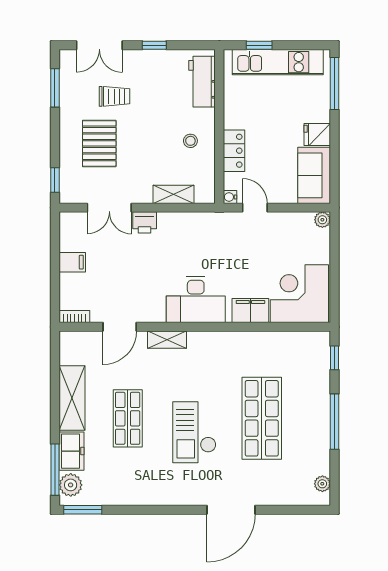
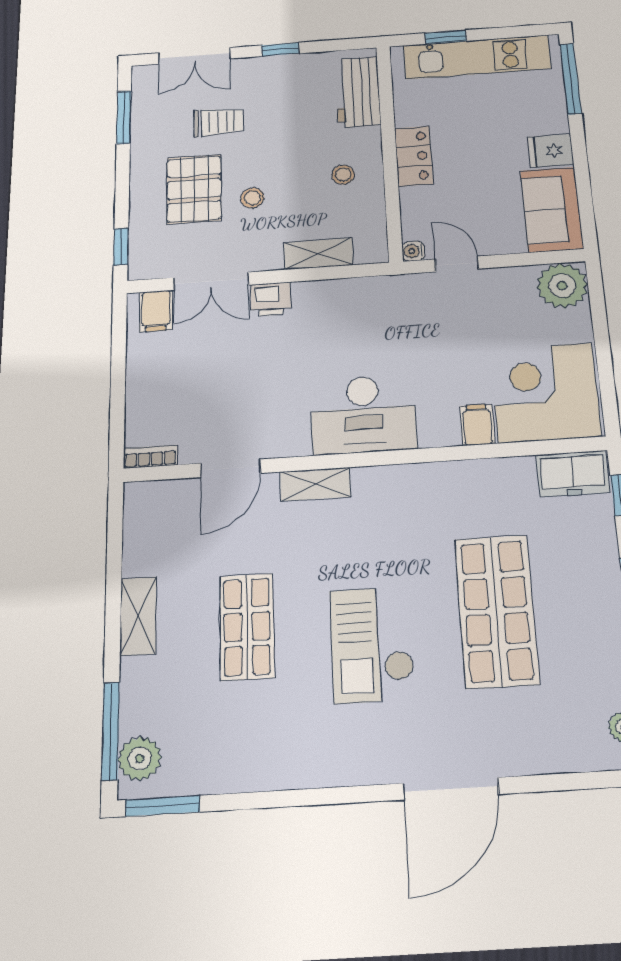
locker: (234, 151) -> (414, 156), moved
stool: (135, 153) -> (252, 198), added
plant: (322, 220) -> (562, 286), width x1.87, depth x1.87
filing cabinet: (72, 262) -> (156, 311), moved, turned 90
filing cabinet: (250, 311) -> (477, 425), width x0.50
shelving: (72, 398) -> (138, 616), width x0.67, depth x0.75
freezer: (71, 451) -> (573, 474), moved, turned 90

